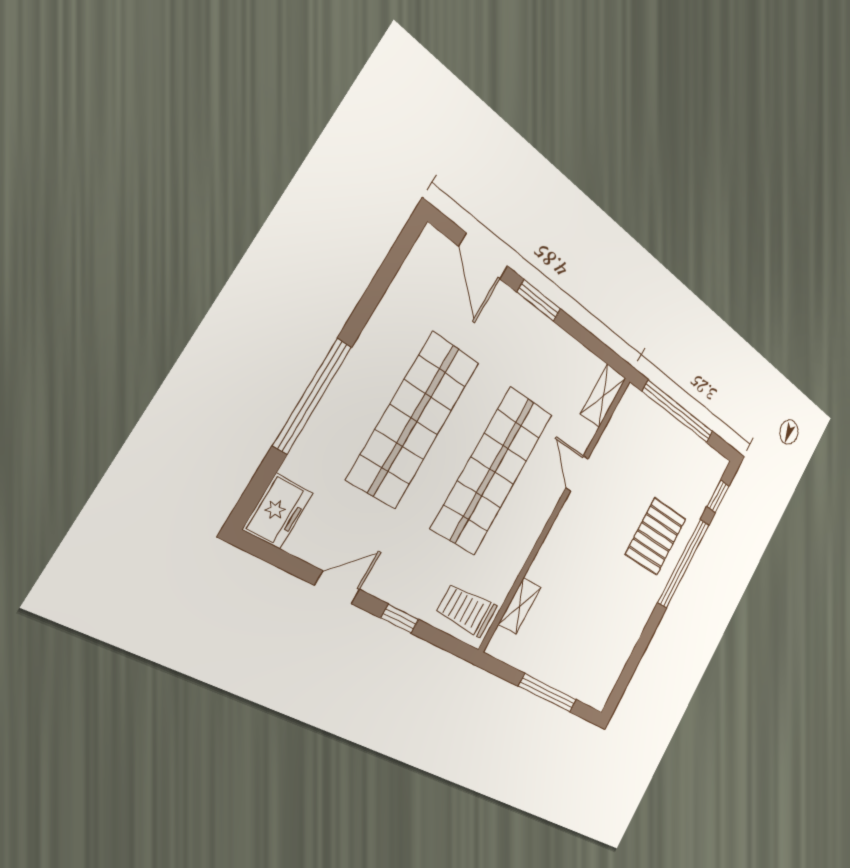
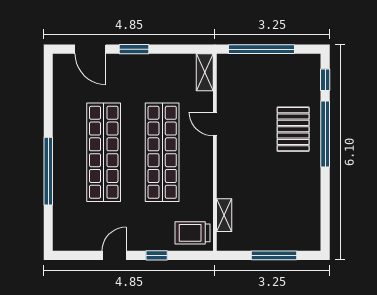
freezer: (278, 511) -> (64, 234), removed

